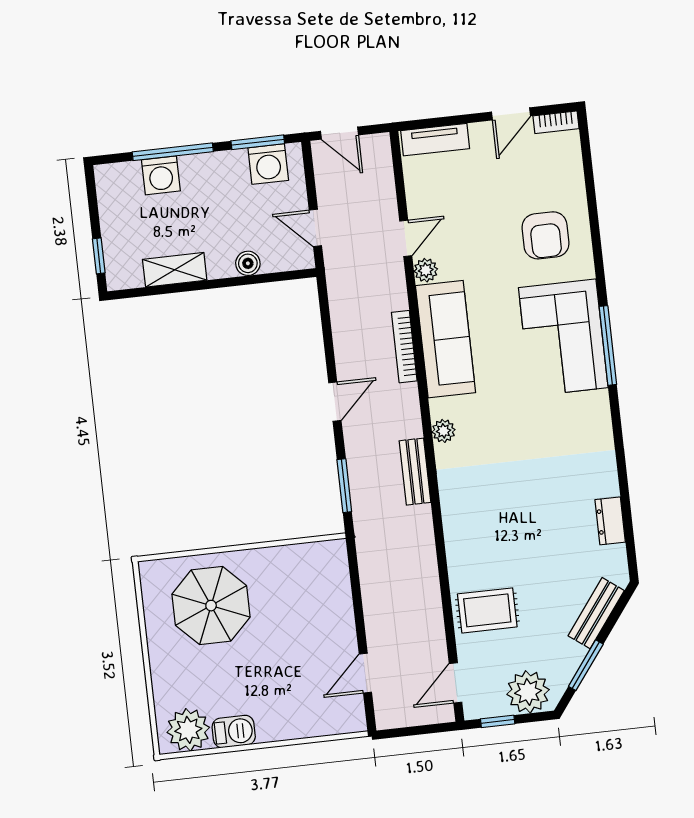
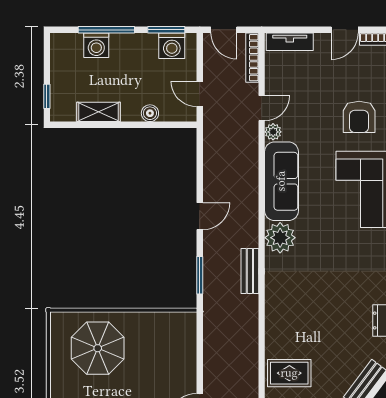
bookcase: (404, 347) -> (252, 58), moved
plant: (444, 431) -> (280, 238), width x1.87, depth x1.87

